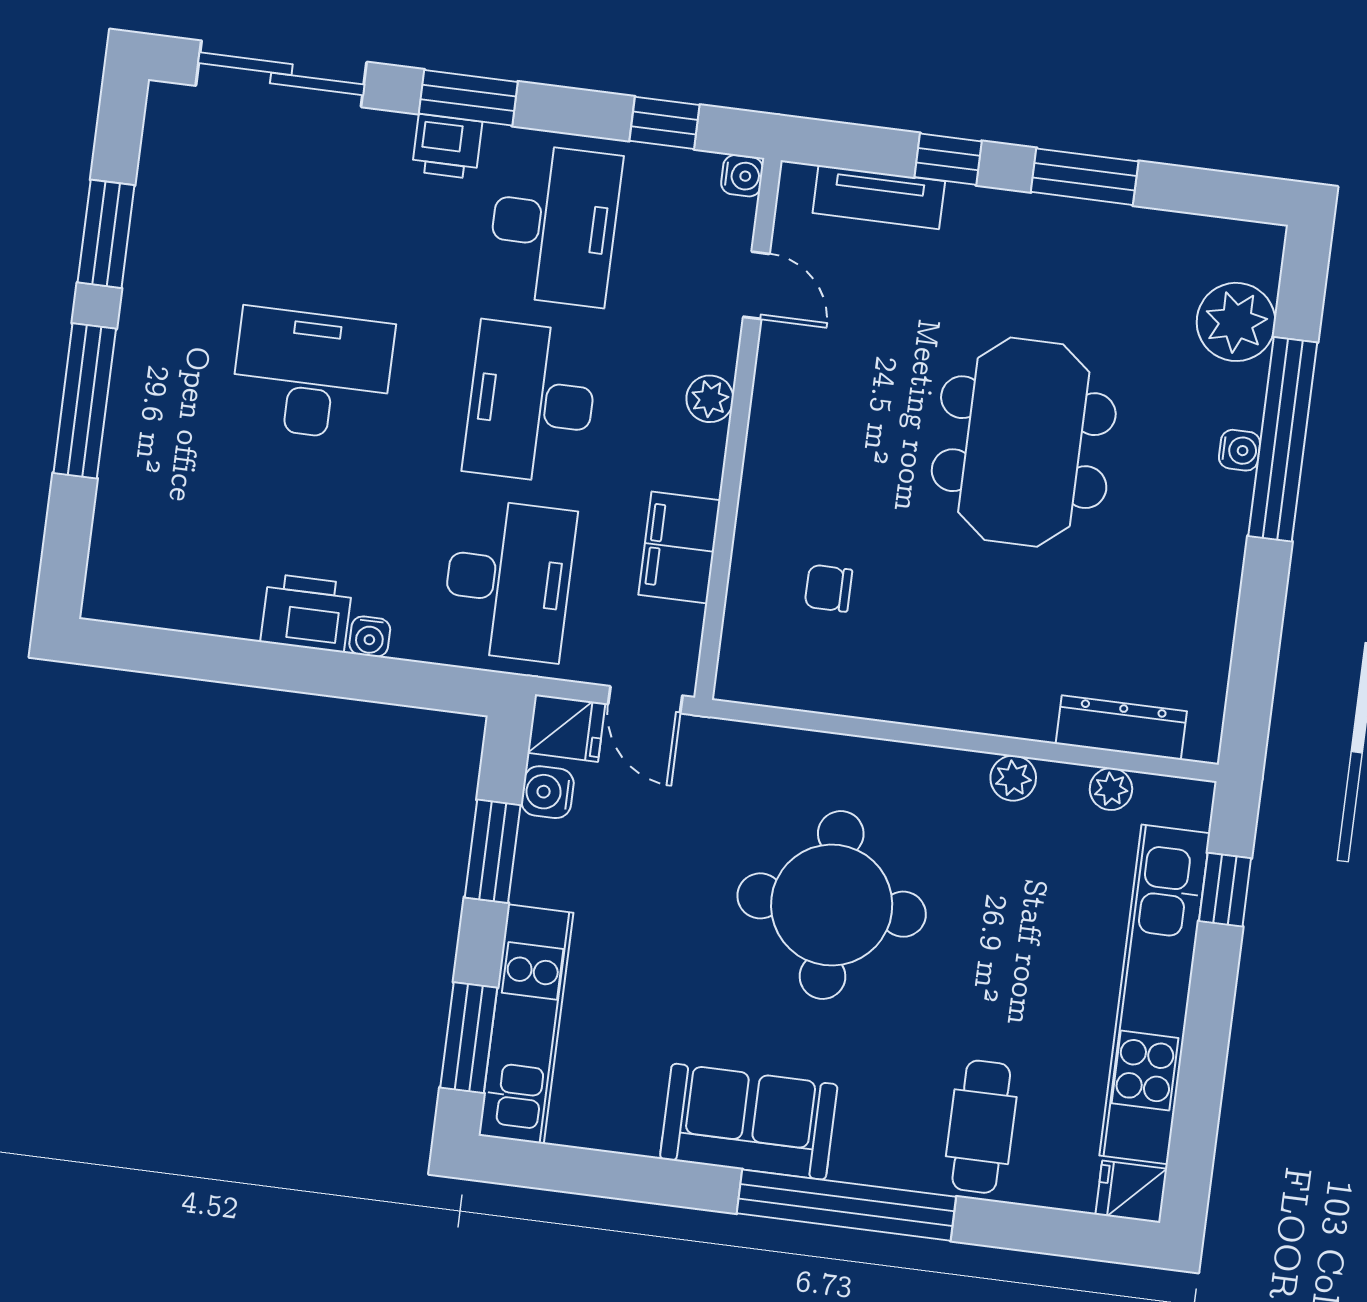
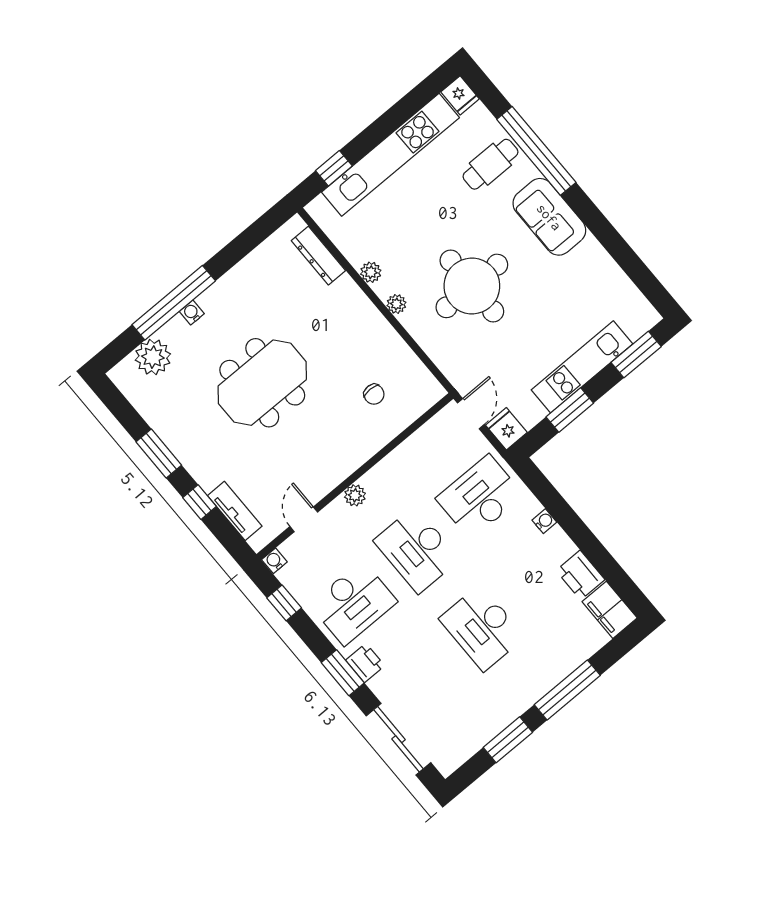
desk: (554, 225) -> (353, 603), turned 180
desk: (531, 402) -> (417, 550), turned 90
filing cabinet: (679, 547) -> (610, 610), moved, turned 90
printer: (306, 613) -> (580, 575), moved
plant: (1111, 789) -> (396, 304), moved
water cooler: (547, 792) -> (533, 413), removed
kitchen unit: (526, 1024) -> (582, 367), moved
sofa: (749, 1122) -> (549, 217), moved
window: (846, 1205) -> (536, 151), moved

